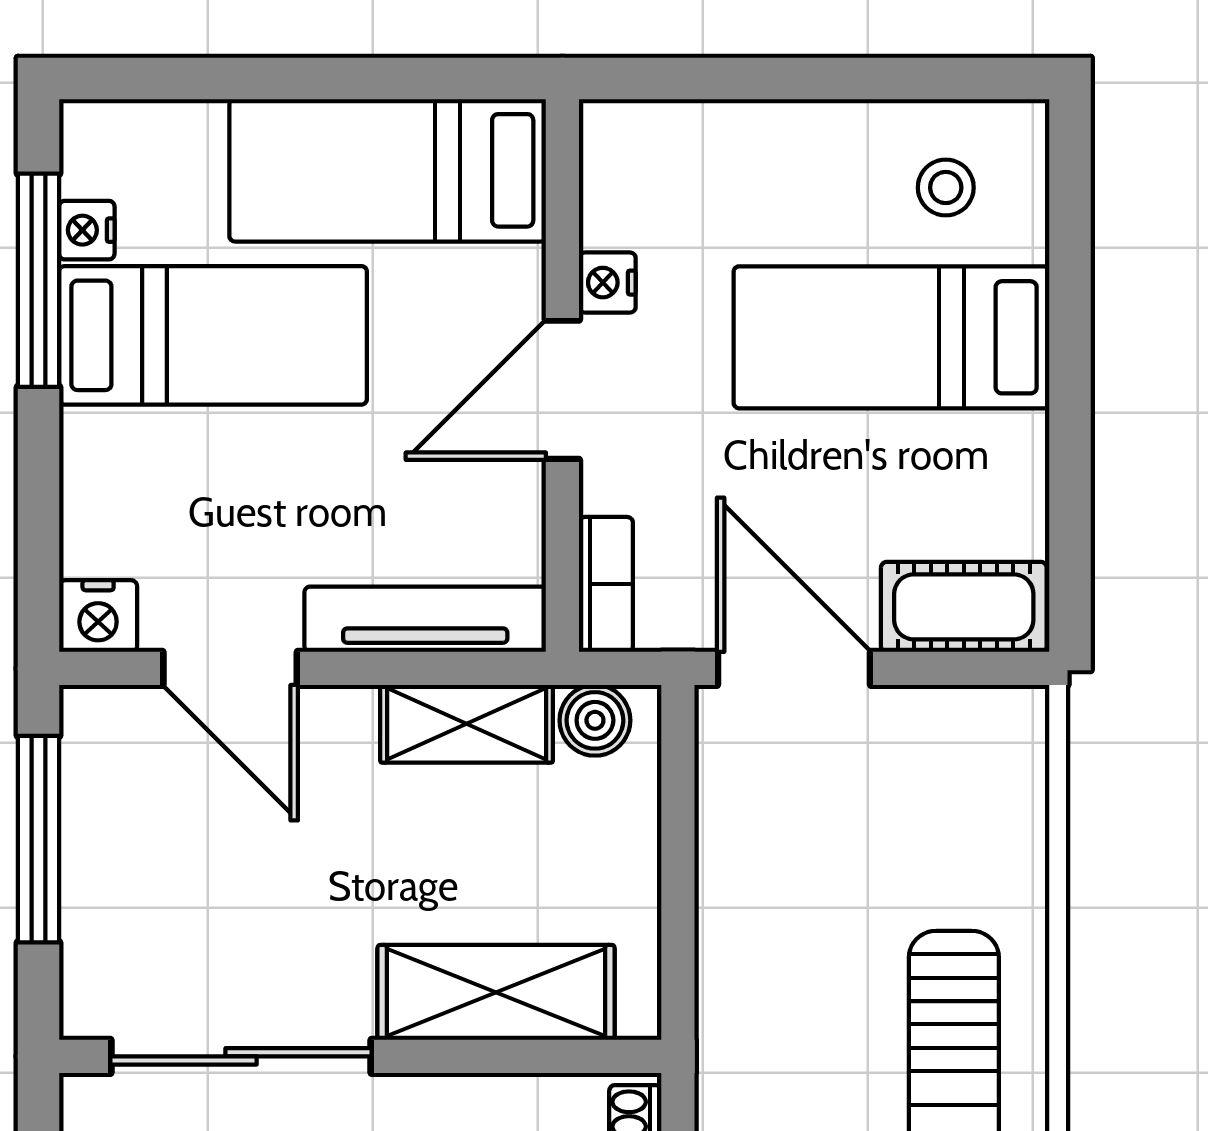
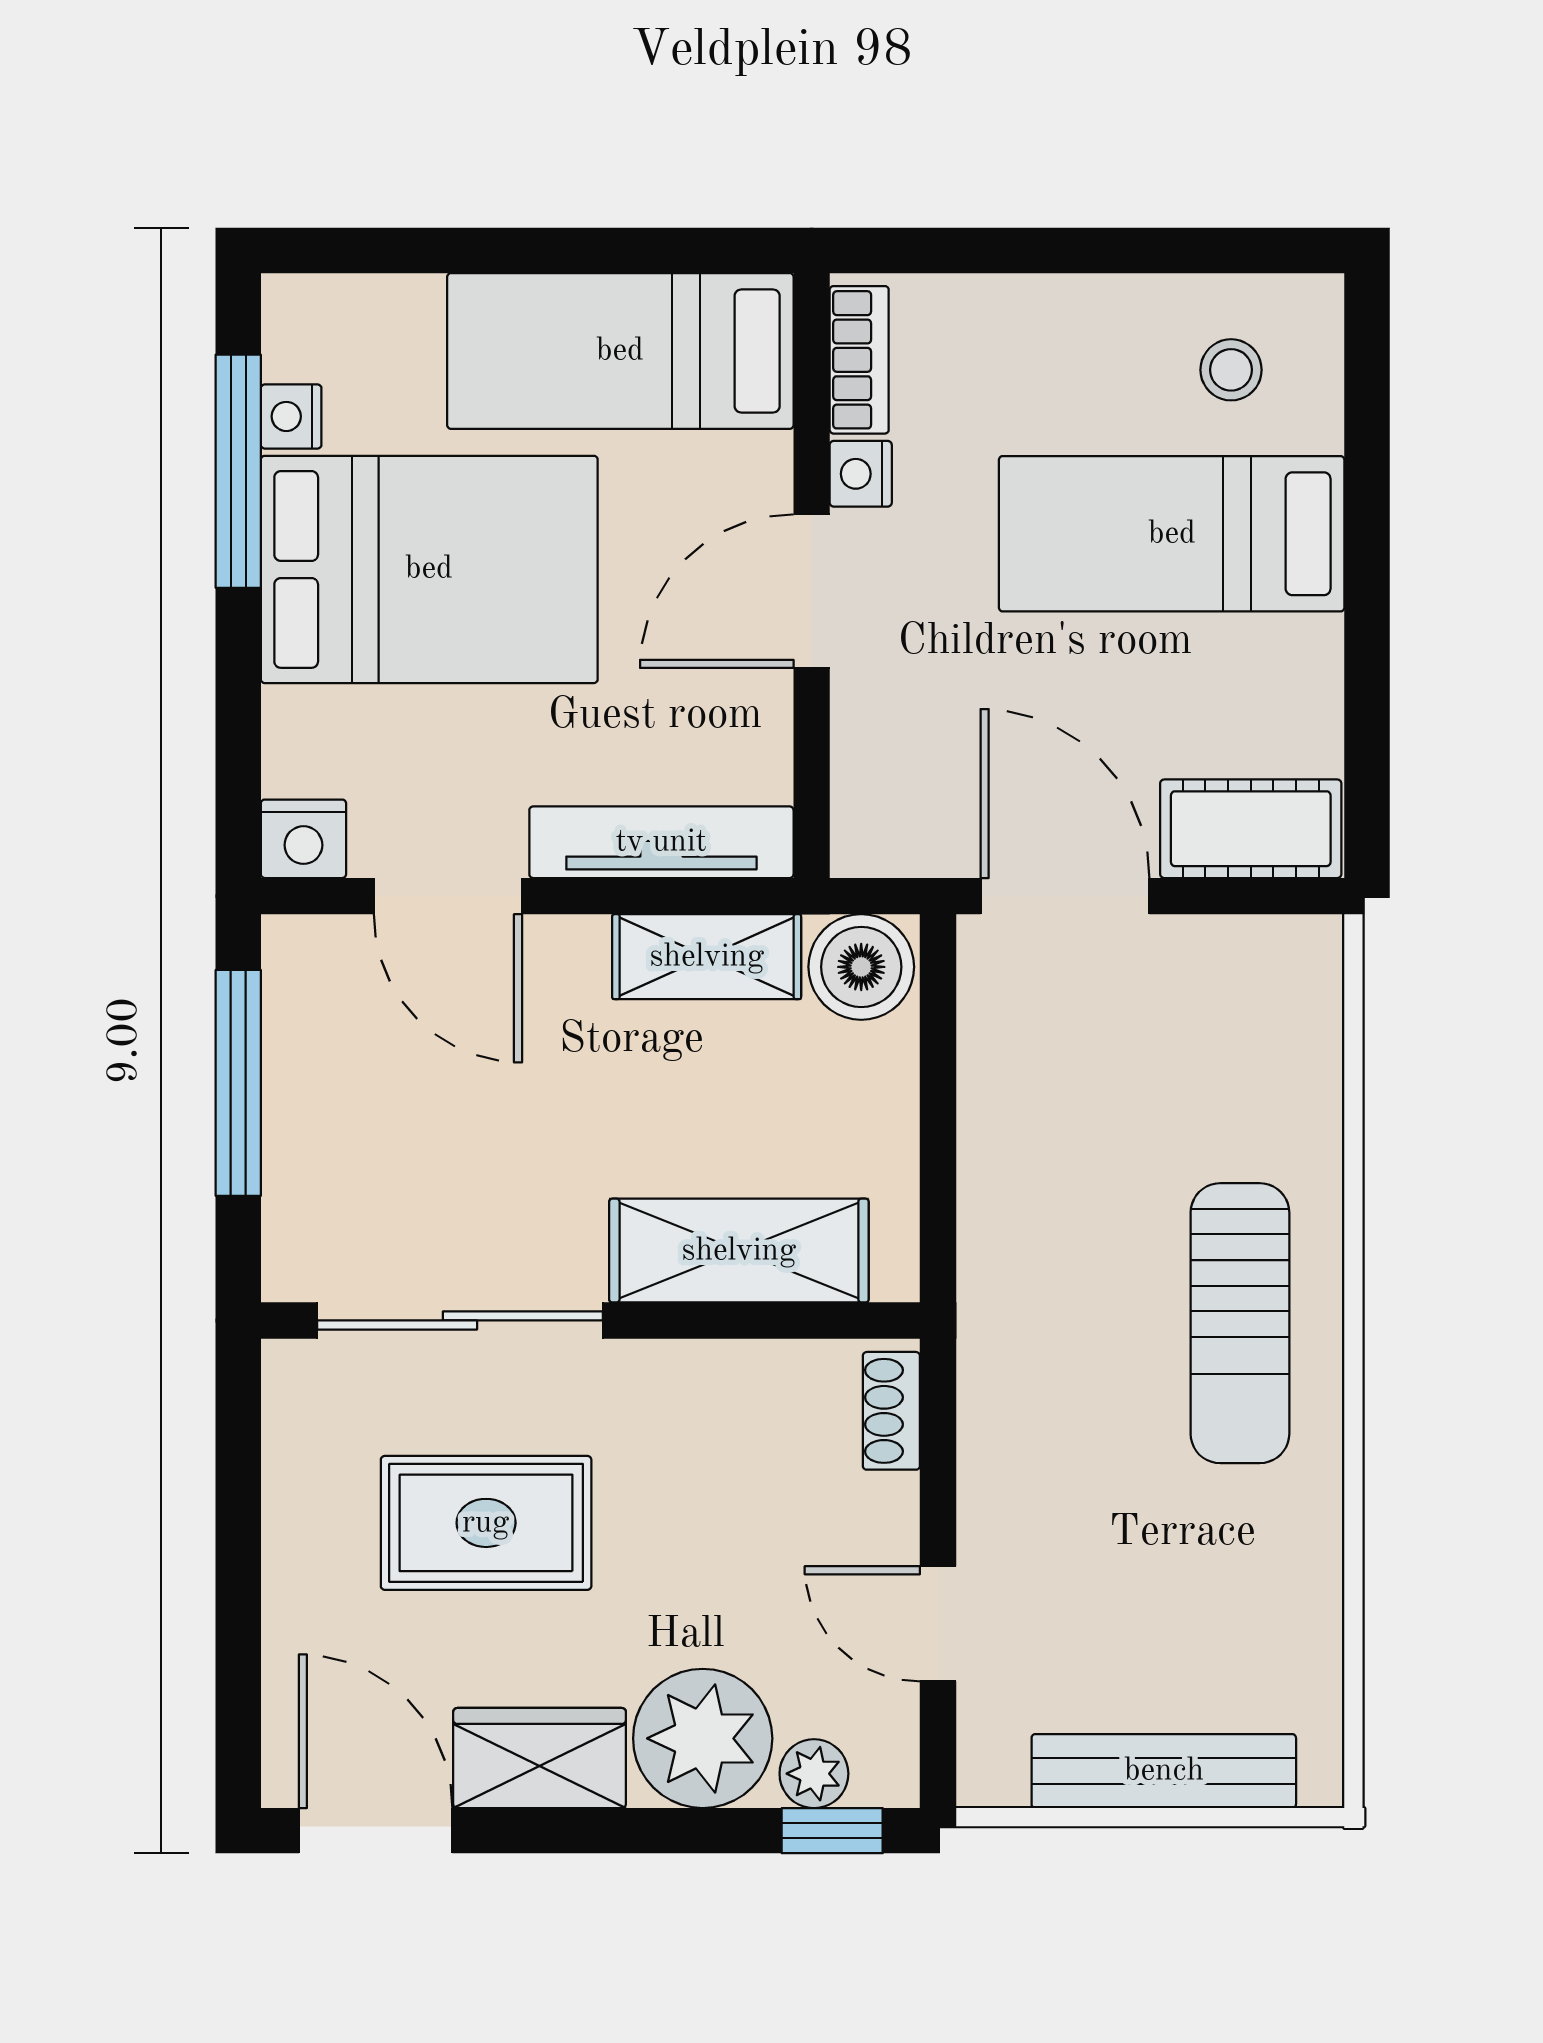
bed: (213, 335) -> (429, 569), width x1.50
bookcase: (606, 584) -> (859, 360), moved
boiler: (595, 720) -> (861, 967), width x1.36, depth x1.36

